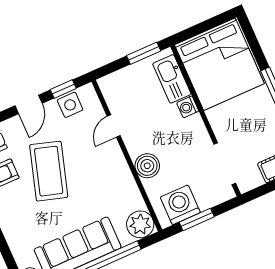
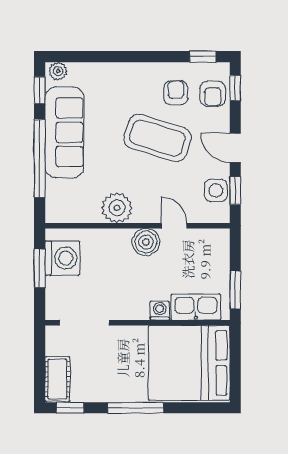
boiler: (147, 166) -> (146, 242), moved
plant: (140, 224) -> (117, 208), moved

